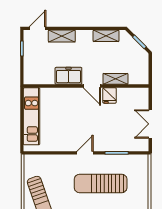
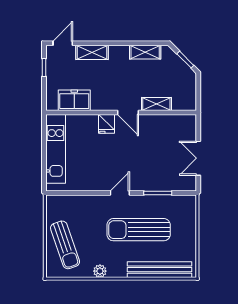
freezer: (68, 76) -> (74, 100), moved
fridge: (110, 95) -> (106, 124), moved

